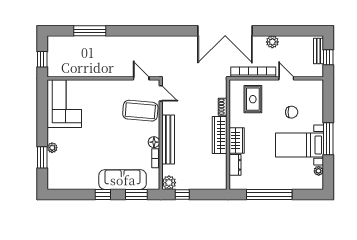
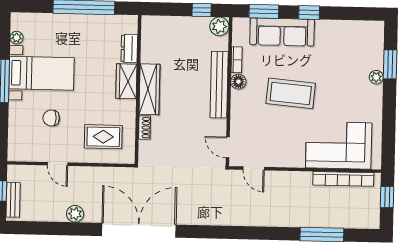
bookcase: (253, 72) -> (343, 179), moved
rug: (253, 99) -> (103, 137), turned 90
corner sofa: (64, 104) -> (339, 145), moved, turned 90
coffee table: (140, 111) -> (291, 93), moved

